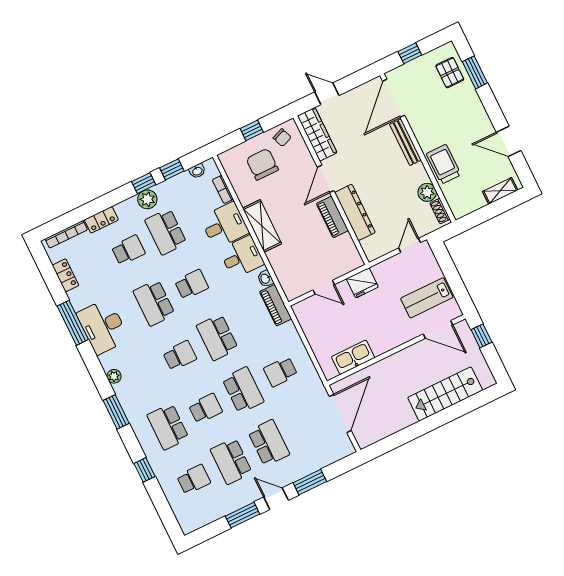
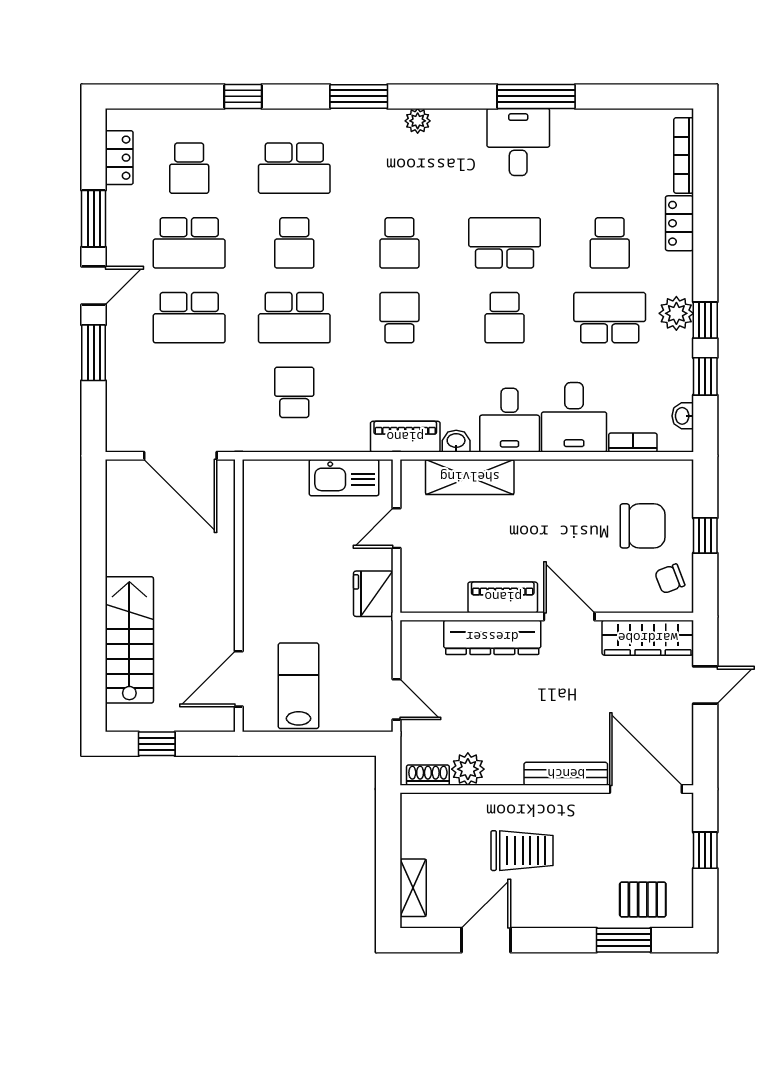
trolley: (444, 164) -> (522, 851), moved
shelving: (262, 226) -> (470, 477), moved
locker: (65, 275) -> (119, 158), moved, turned -90
desk: (103, 326) -> (518, 142), width x0.73
window: (481, 336) -> (157, 744), moved
school desk: (217, 337) -> (399, 318), width x0.54
kitchen sink: (353, 357) -> (344, 478), moved, turned 90
school desk: (168, 427) -> (294, 168), turned 180
school desk: (231, 461) -> (189, 243), turned 180

